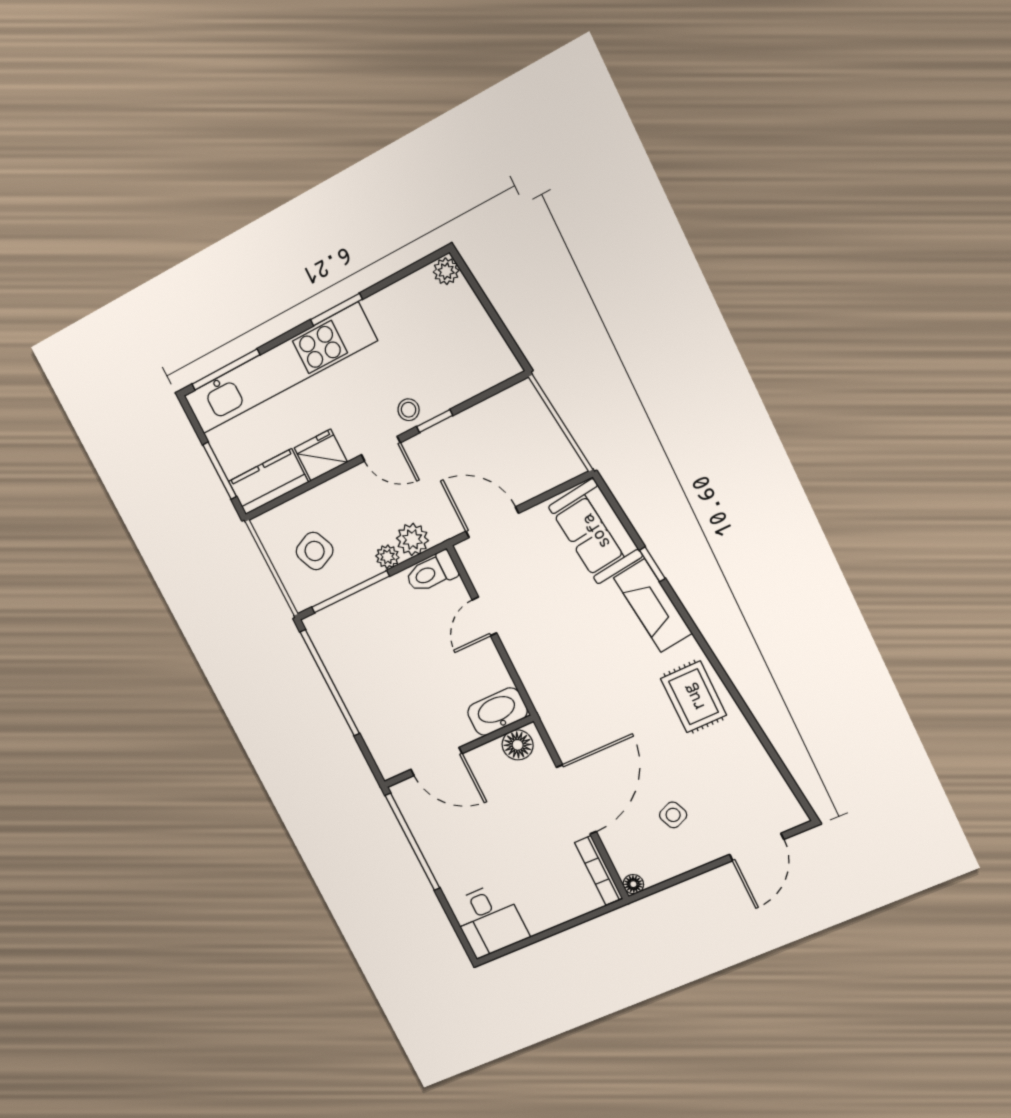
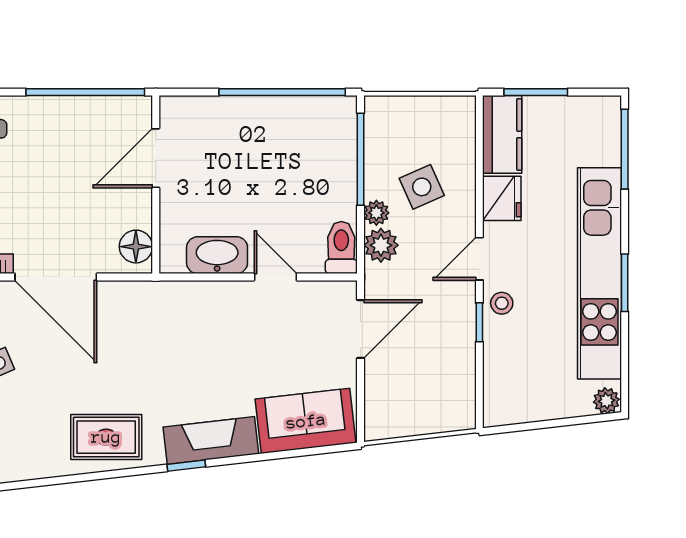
kitchen unit: (280, 369) -> (599, 273), moved
side table: (315, 551) -> (422, 187), moved
window: (652, 564) -> (186, 466), moved
washbasin: (498, 712) -> (217, 255), moved, turned -90

